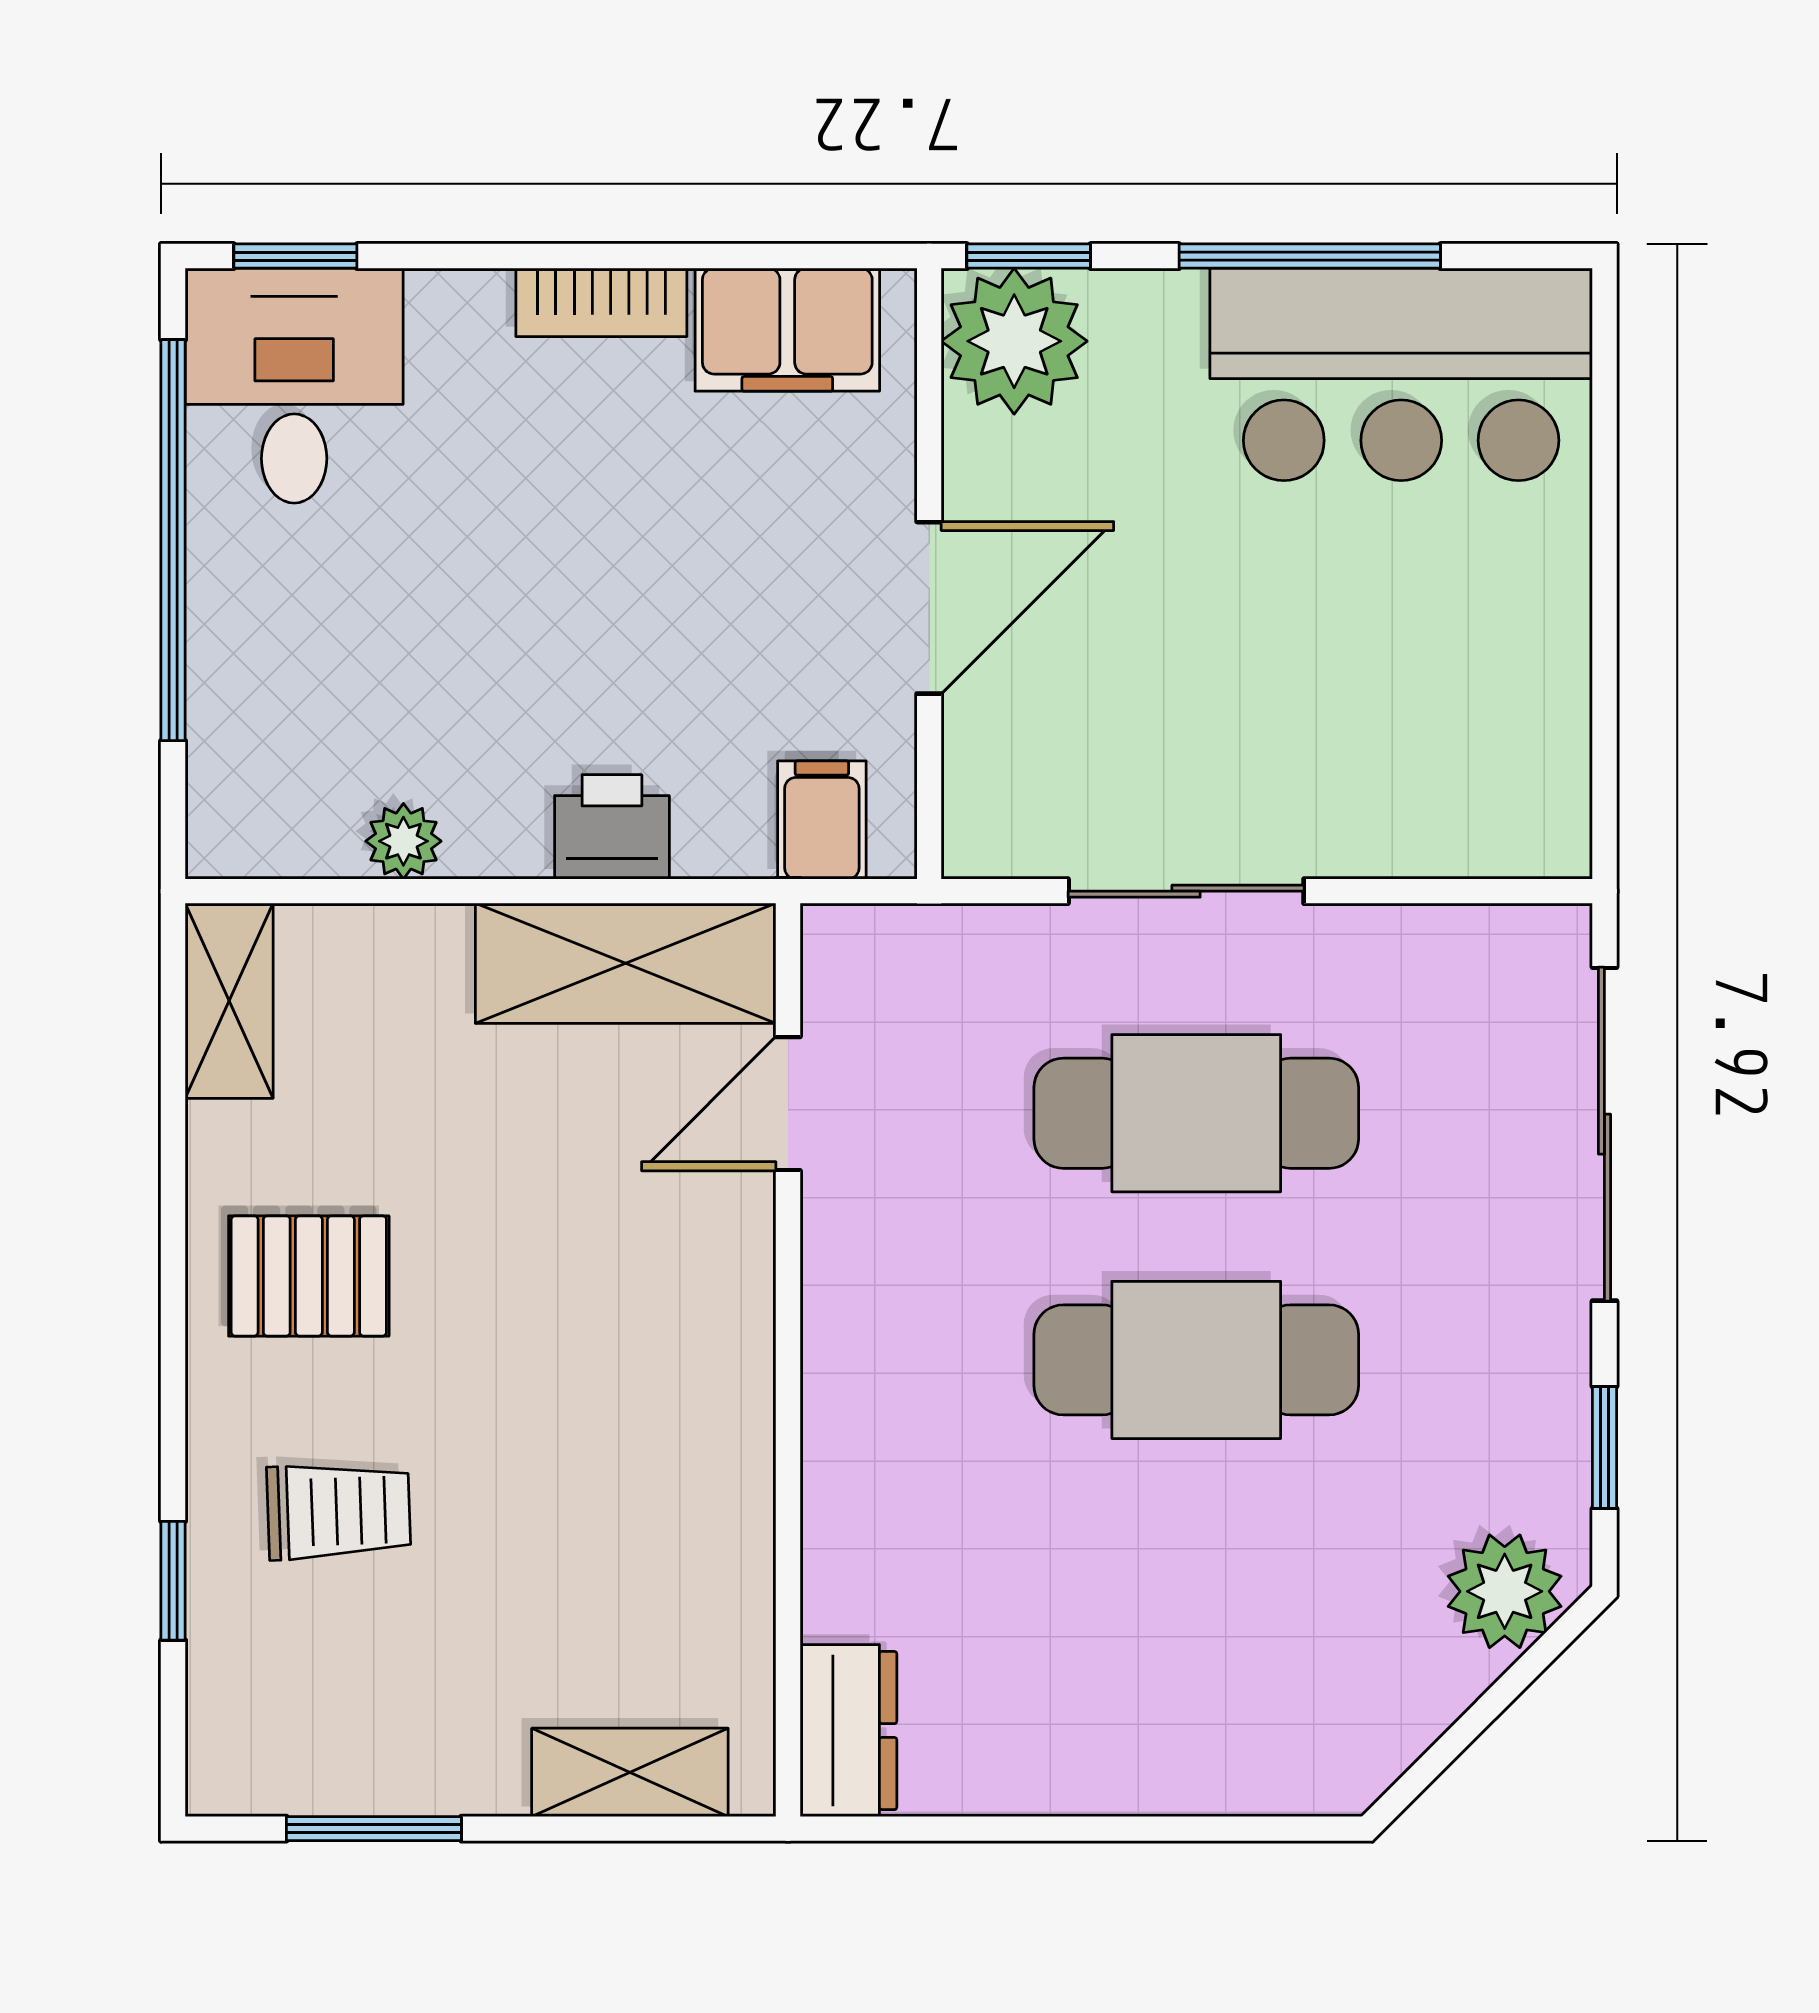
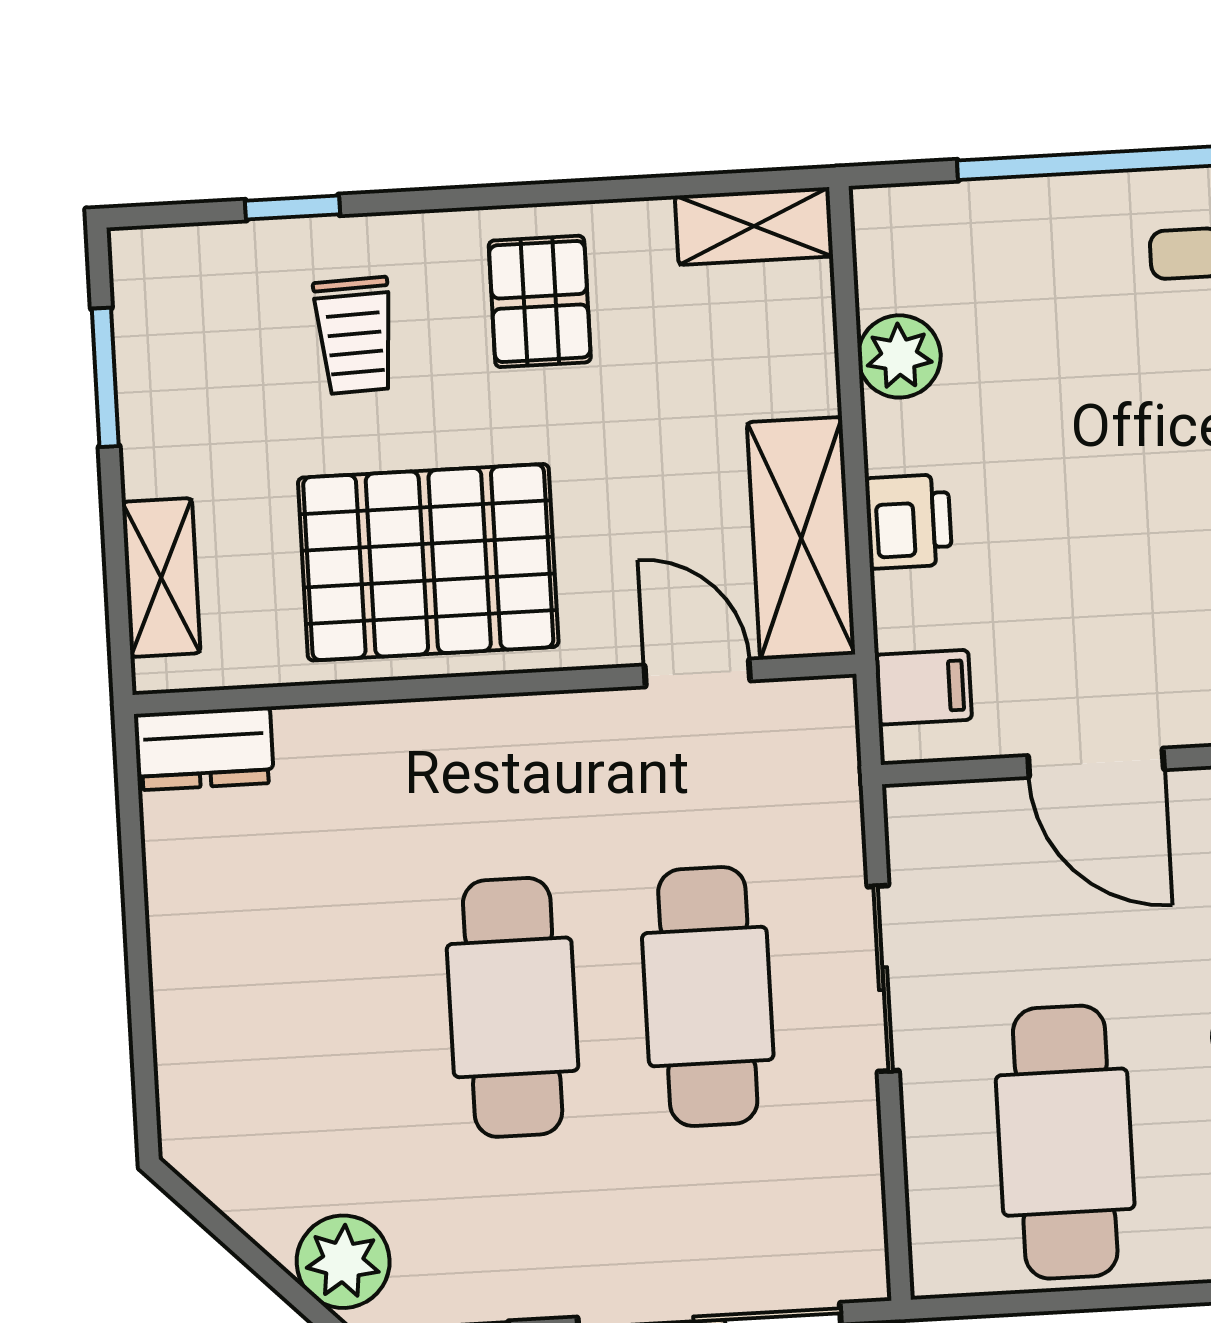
cafe table: (1405, 673) -> (1065, 1142), added
plant: (403, 841) -> (899, 356), width x1.38, depth x1.38
pallet: (630, 1435) -> (428, 562), added

